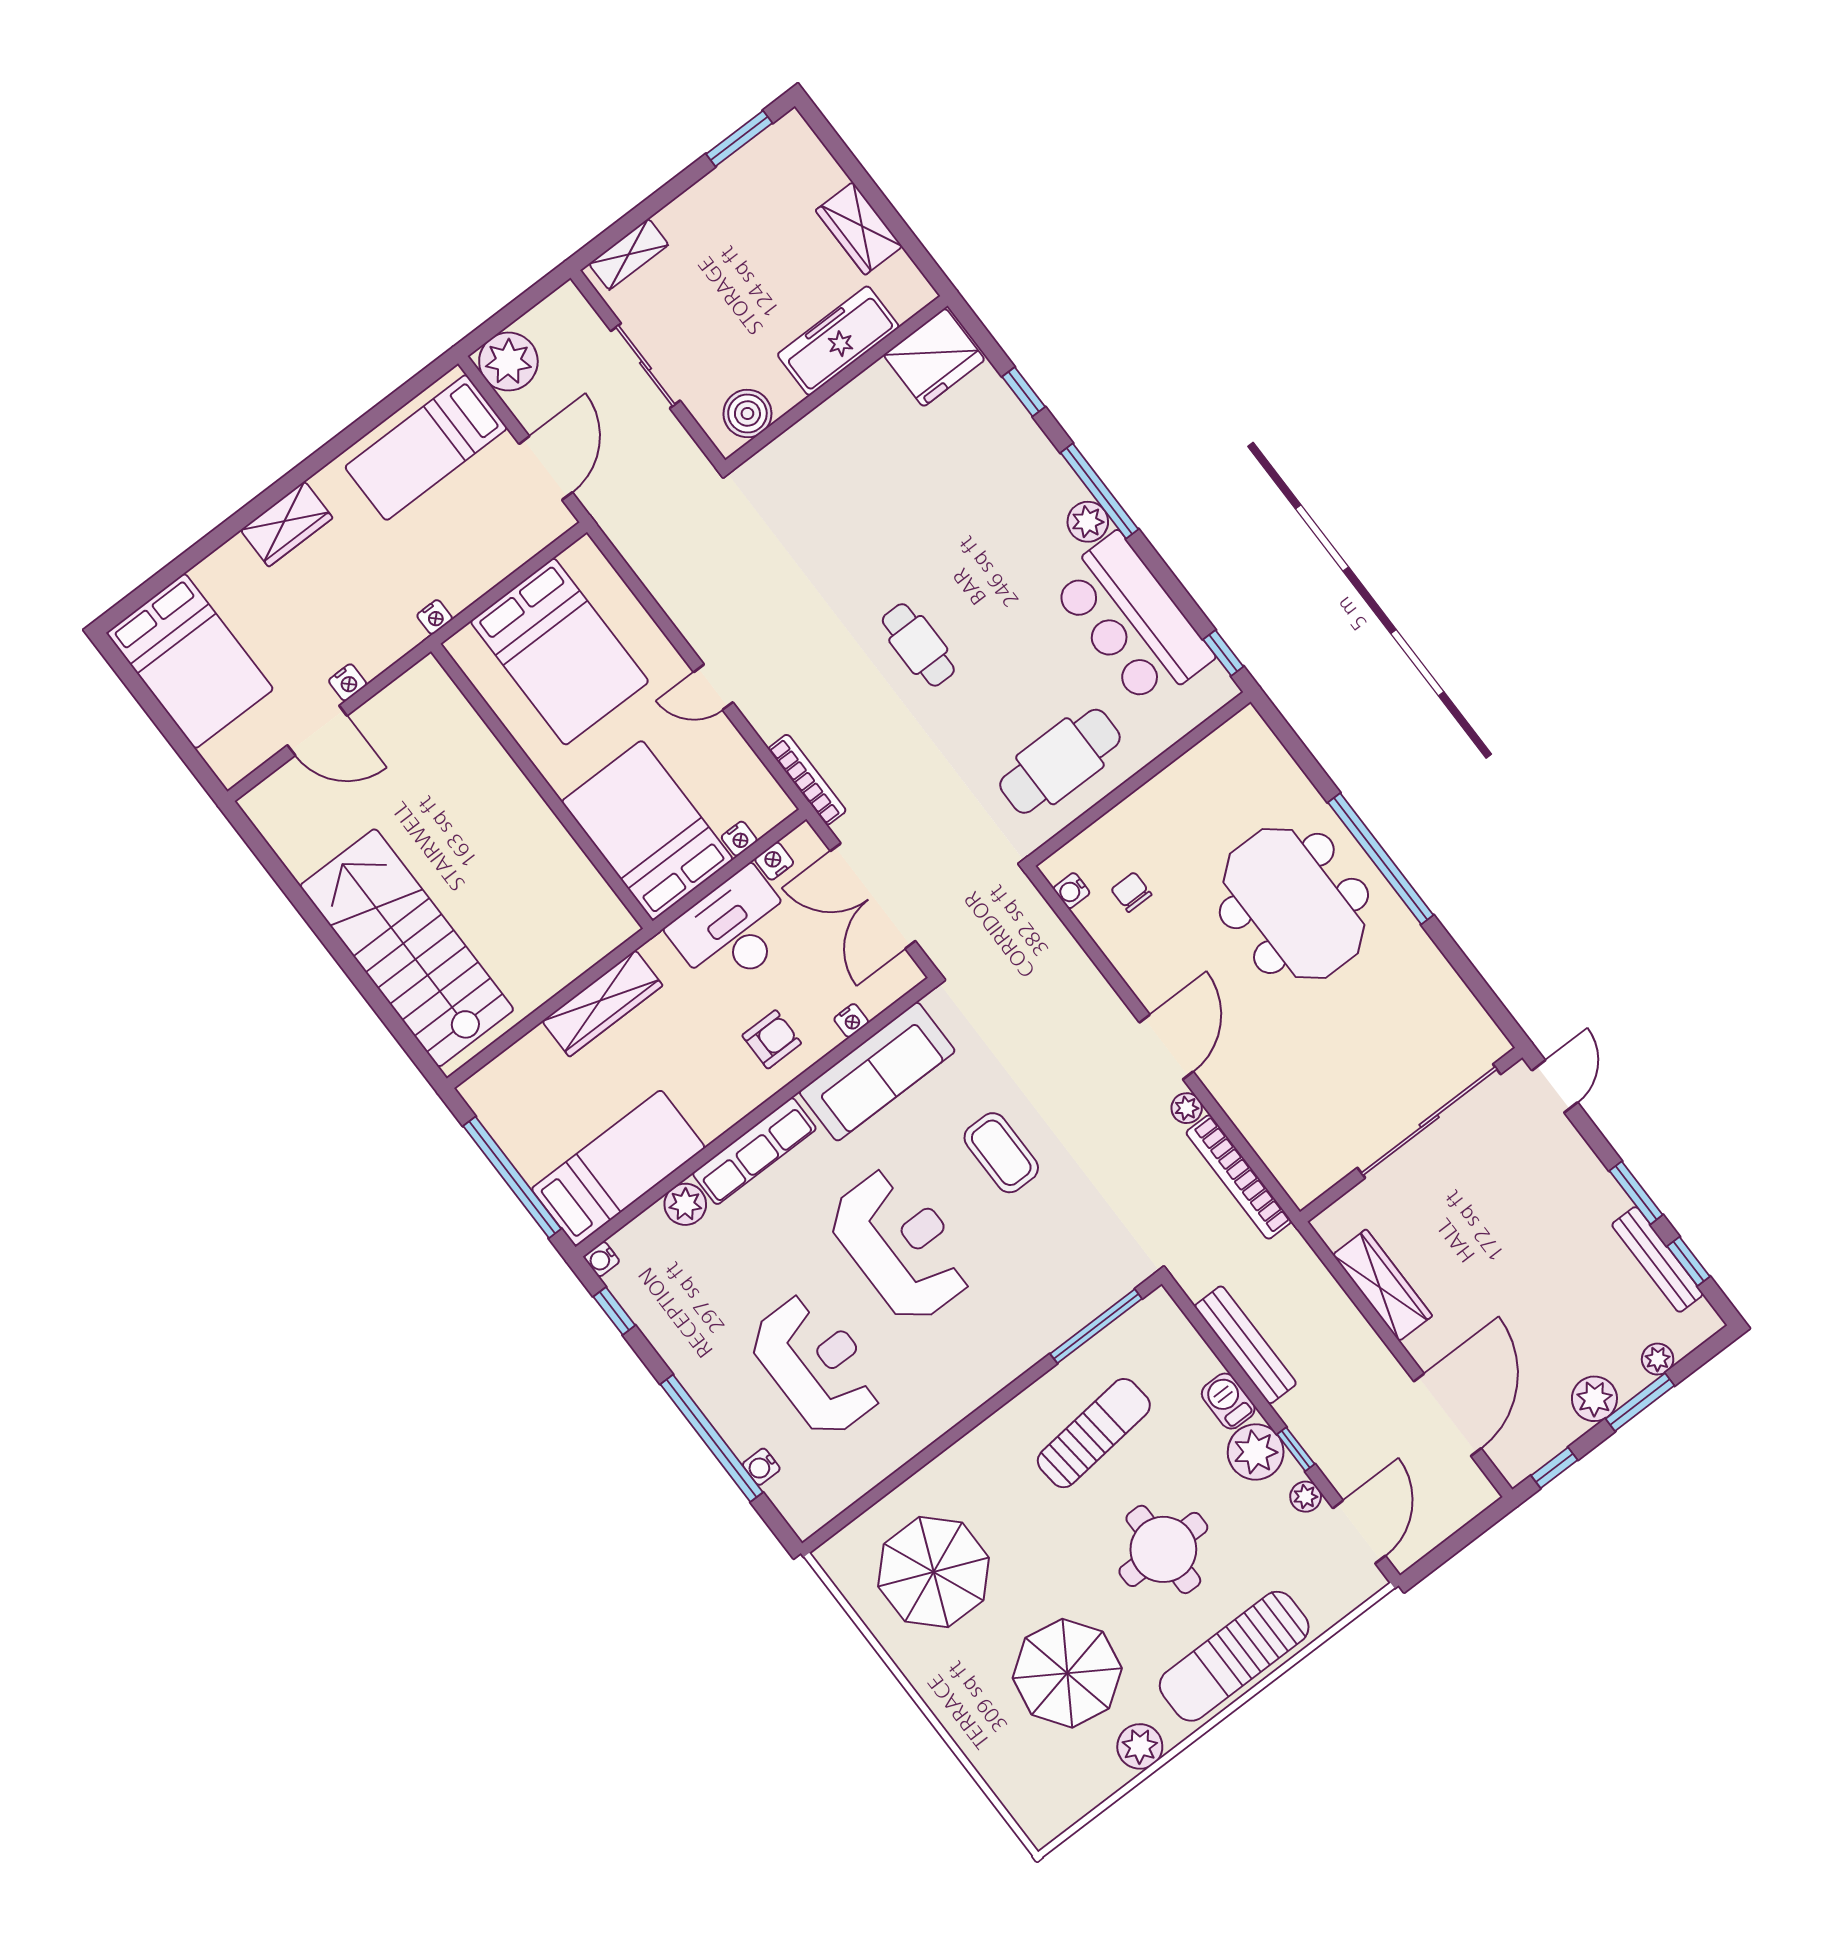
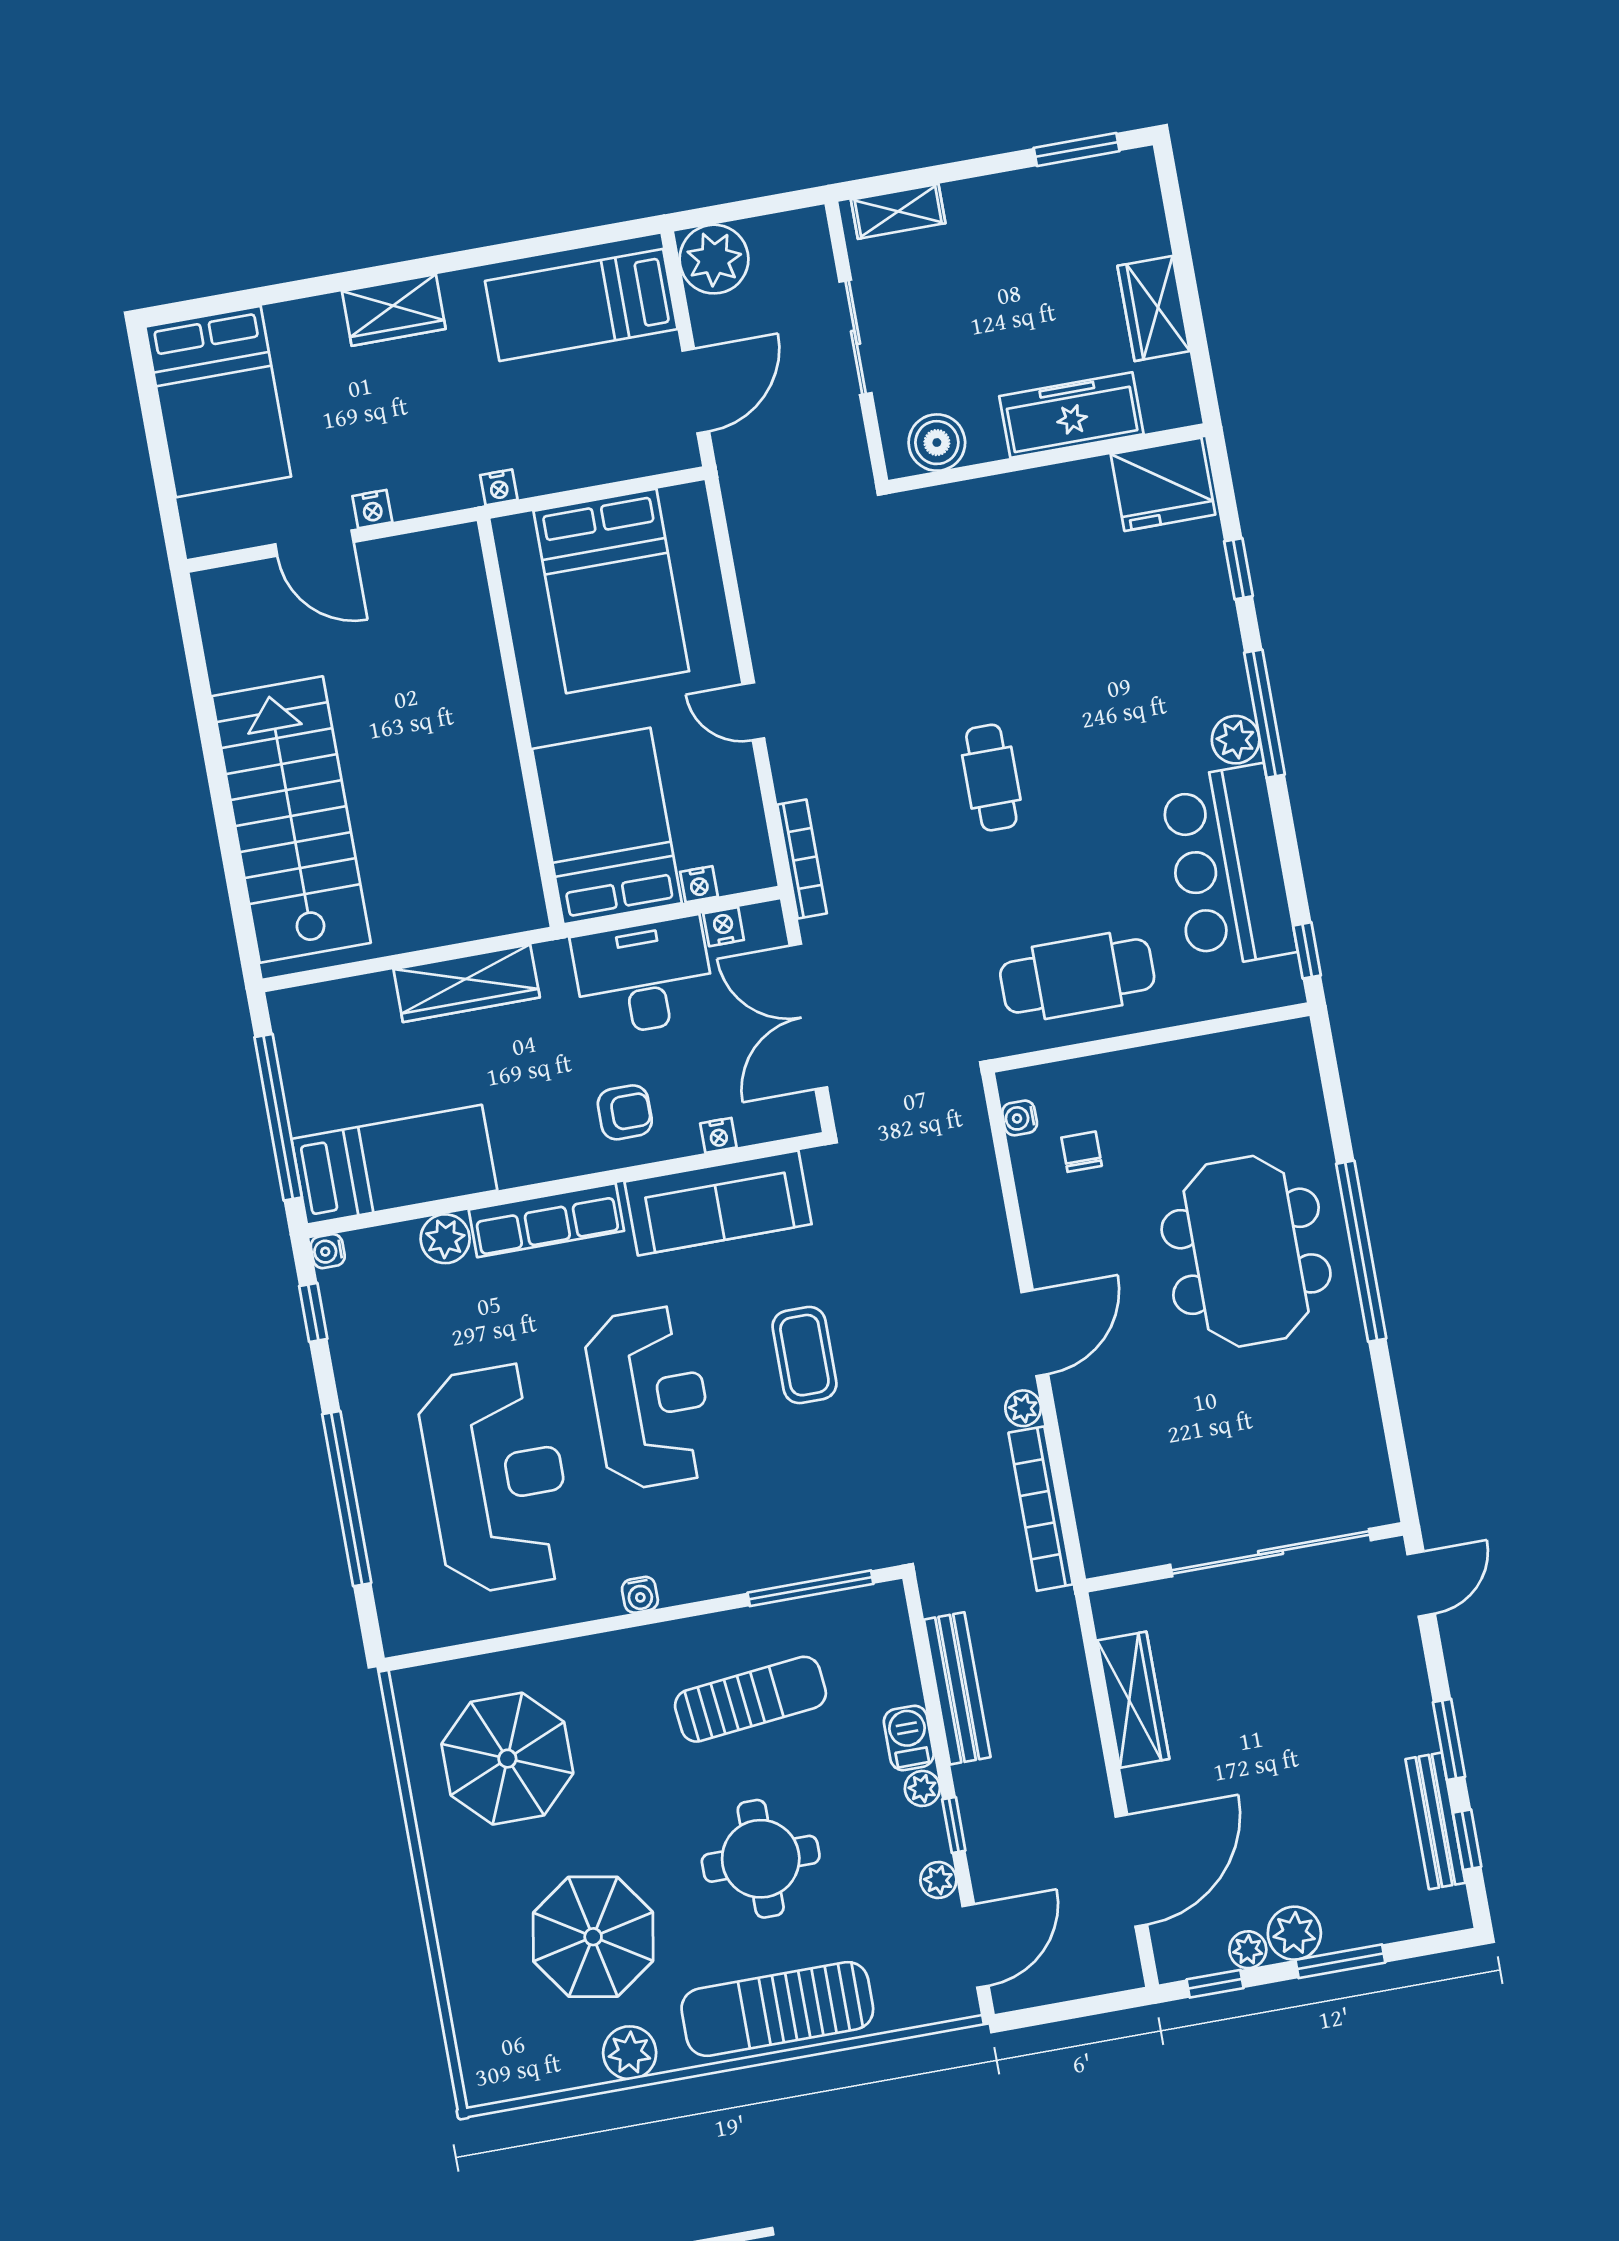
plant: (1658, 1359) -> (1248, 1950), moved
reception desk: (817, 1365) -> (497, 1478), width x1.36, depth x1.30
plant: (1256, 1452) -> (922, 1788), width x0.53, depth x0.53
water cooler: (761, 1467) -> (640, 1595), moved, turned -90

